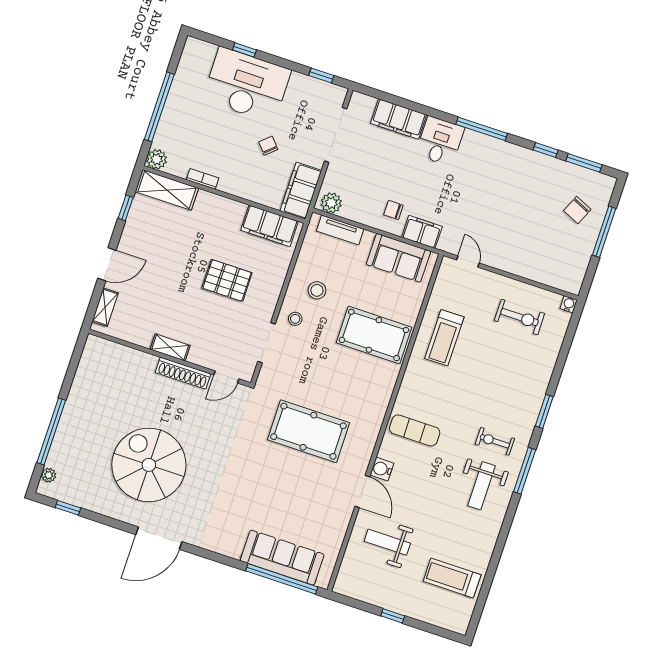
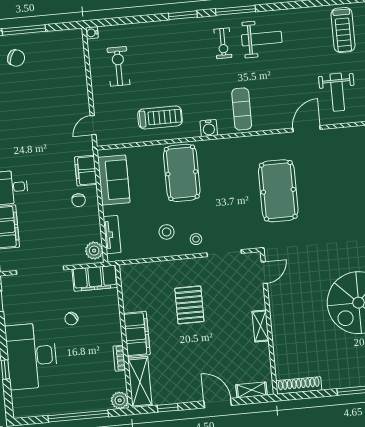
filing cabinet: (269, 226) -> (137, 334), moved
shoe rack: (183, 373) -> (299, 385), moved, turned -90
door: (226, 377) -> (264, 273), hinge flipped
water cooler: (382, 469) -> (209, 128), moved

